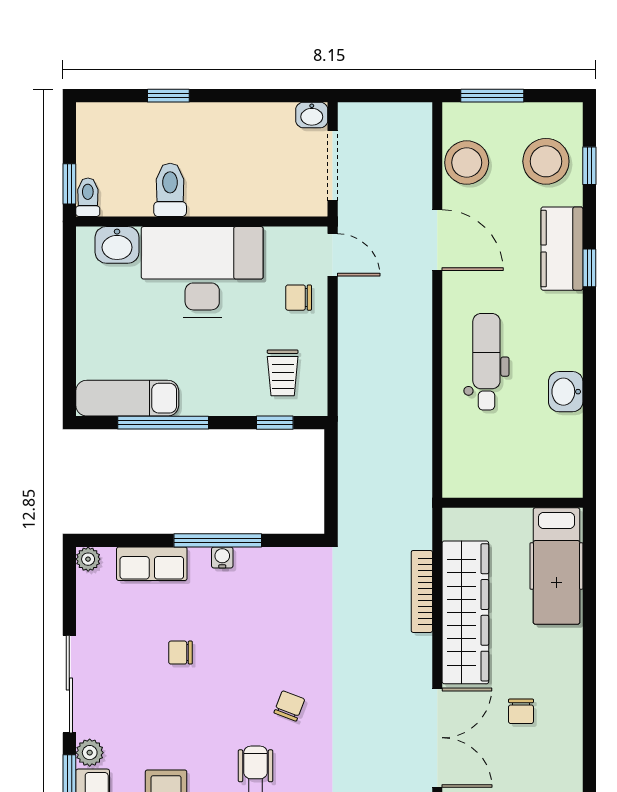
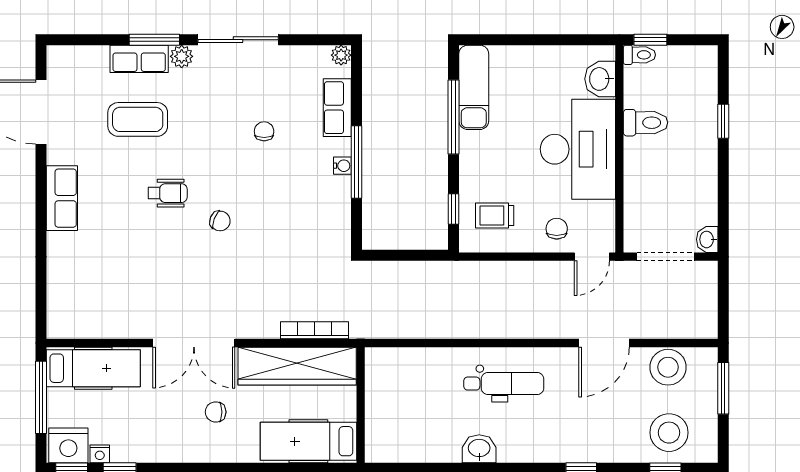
kitchen counter: (562, 249) -> (597, 446), removed
wall: (513, 503) -> (361, 405), moved
hospital bed: (556, 566) -> (308, 441), moved

